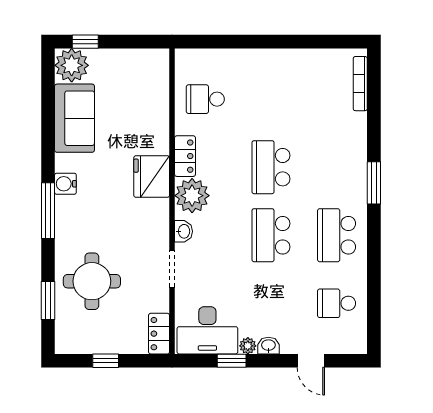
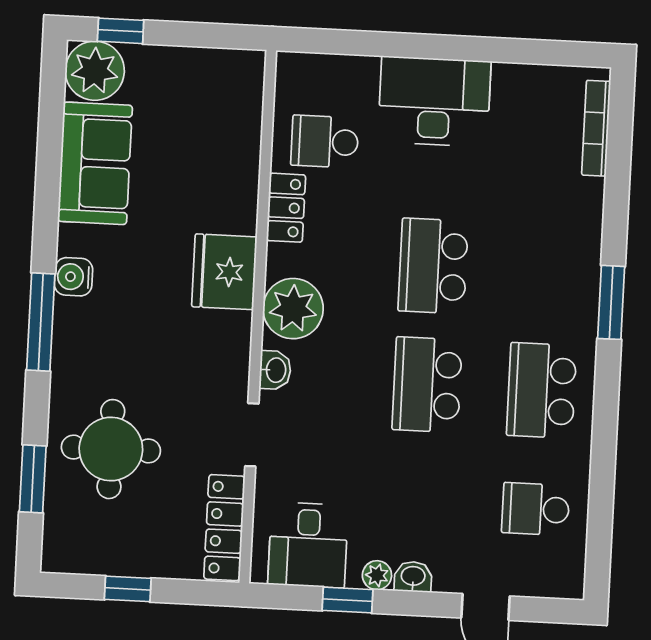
desk: (267, 73) -> (434, 101), added
locker: (185, 156) -> (286, 208), moved
desk: (207, 330) -> (308, 545), width x0.73
locker: (159, 334) -> (224, 528), width x1.53

